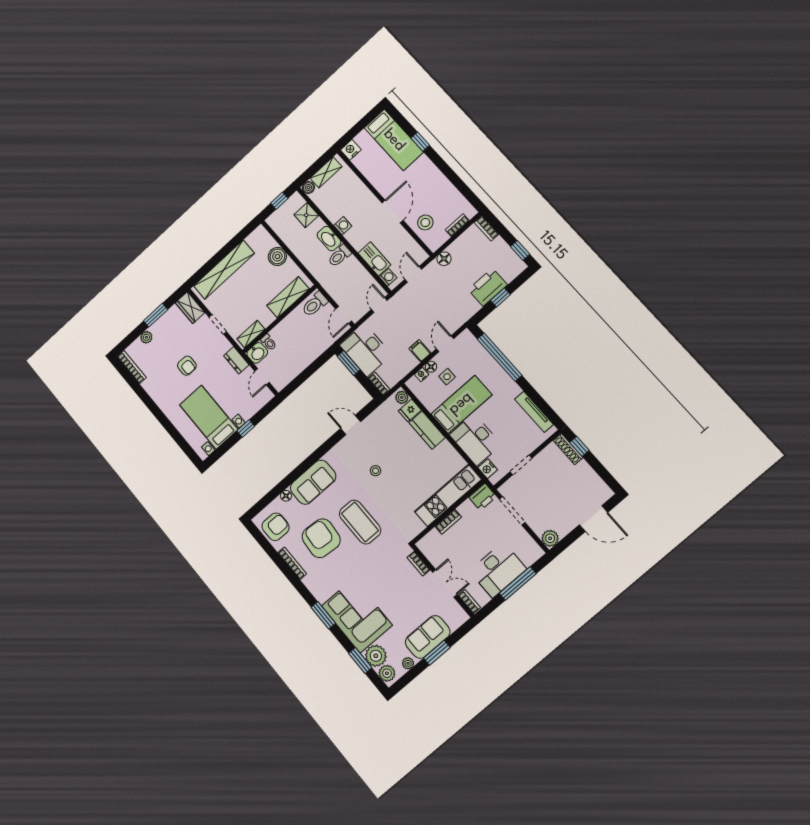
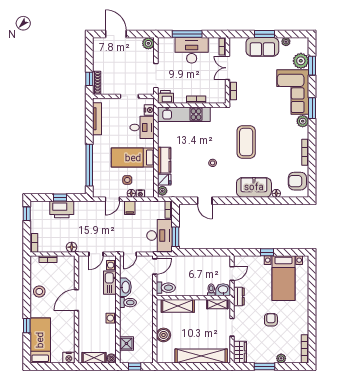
stool: (425, 222) -> (39, 291), moved
washbasin: (329, 239) -> (125, 287), moved
desk: (475, 440) -> (142, 127), width x0.73
armchair: (321, 538) -> (276, 152), removed
plant: (387, 673) -> (303, 121), moved

